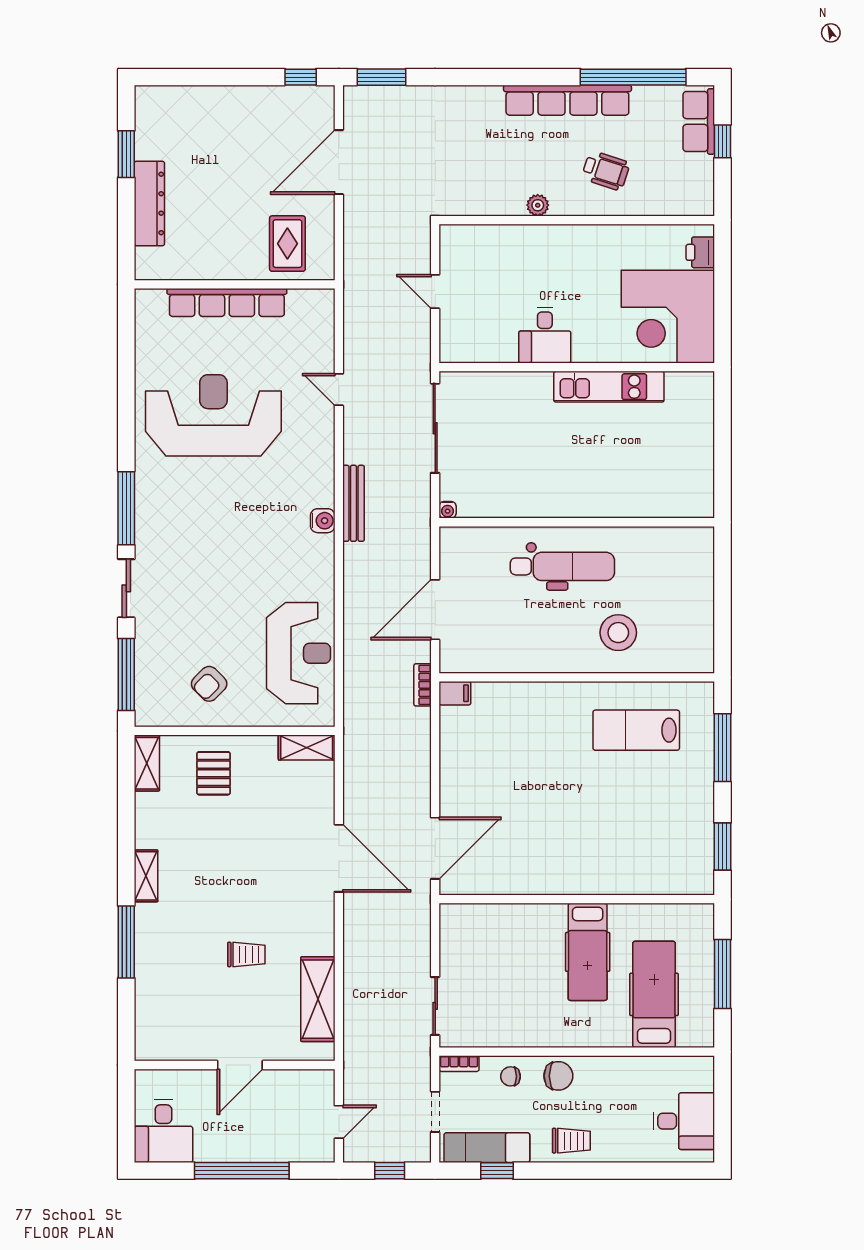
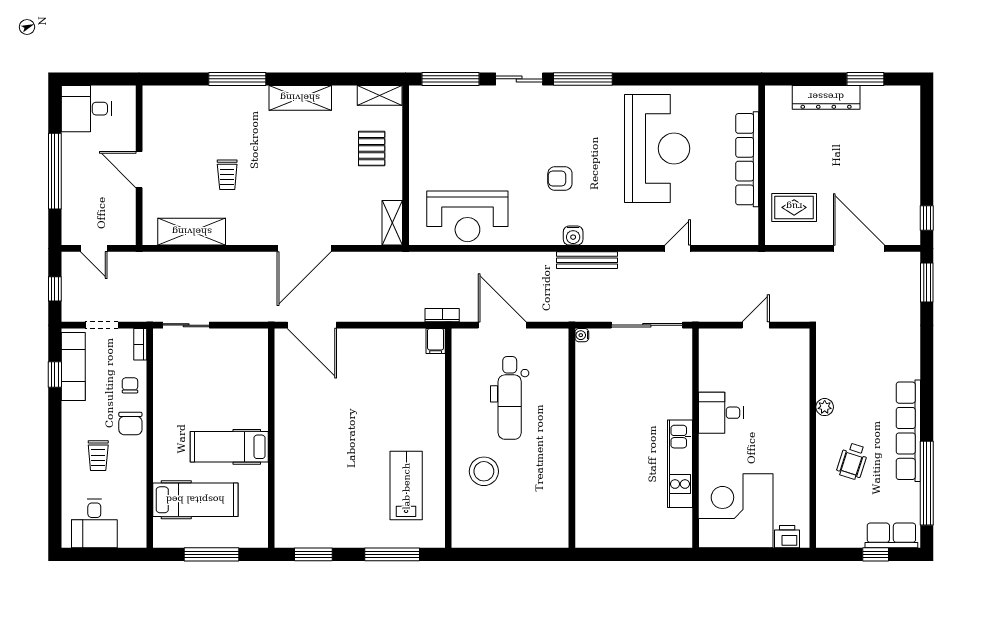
dental chair: (562, 566) -> (510, 398), moved
armchair: (209, 684) -> (560, 178), moved, turned -45
pallet: (214, 773) -> (372, 149), turned 90
shelving: (146, 876) -> (300, 98), width x1.50, depth x1.33
trolley: (571, 1141) -> (98, 456), moved

